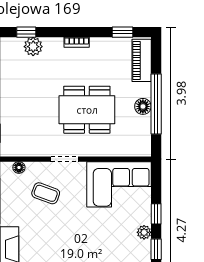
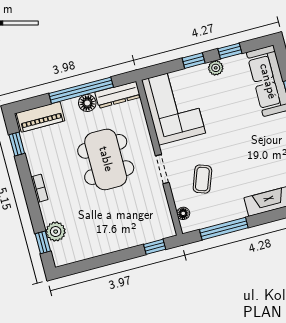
dresser: (143, 136) -> (118, 95), added

